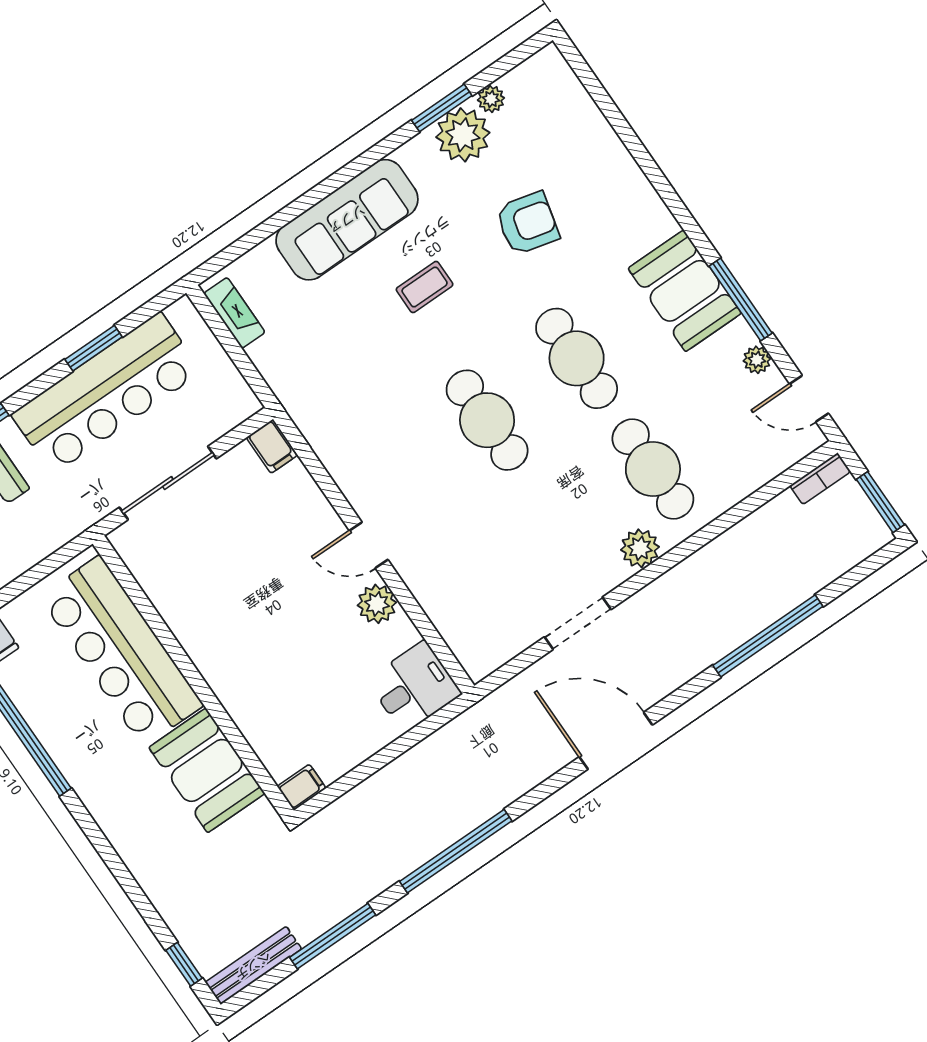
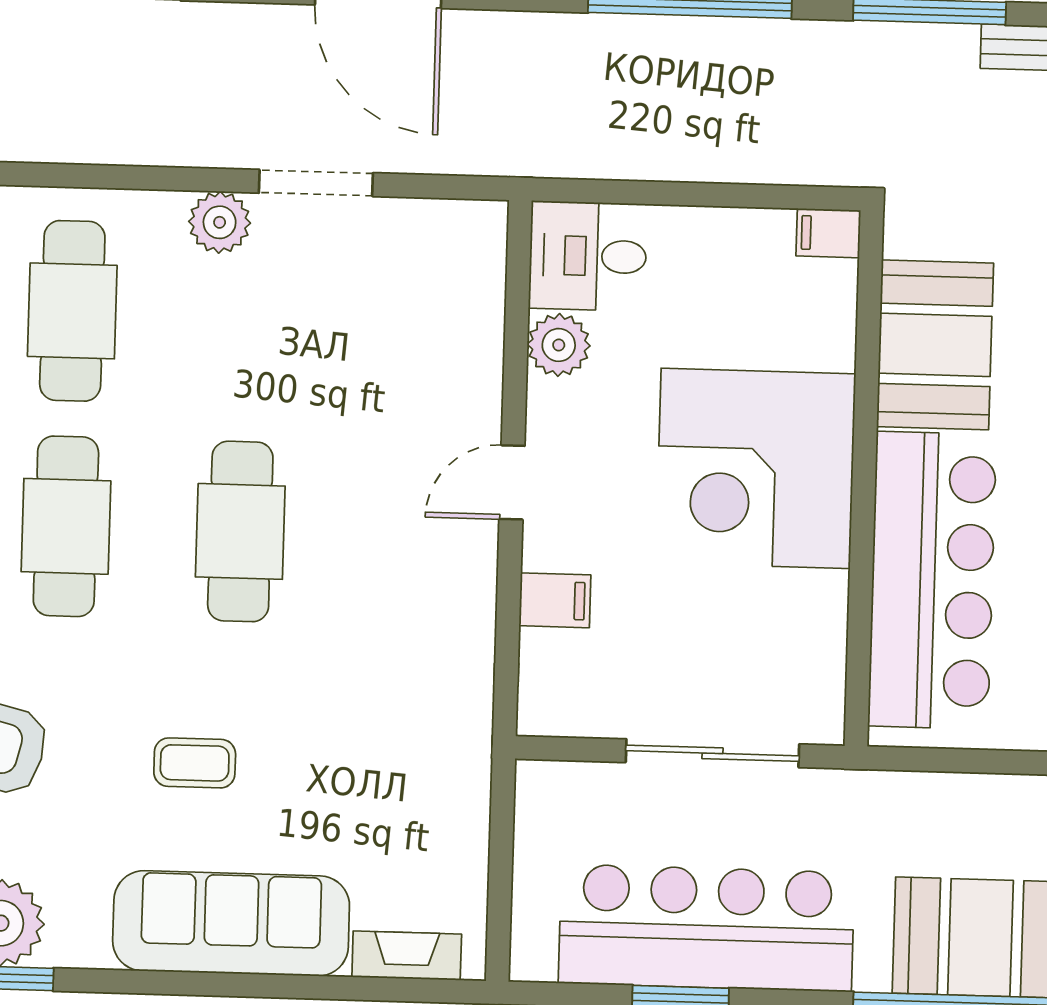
fireplace: (234, 313) -> (407, 956), moved, turned 90
filing cabinet: (272, 446) -> (555, 600), moved, turned 90
door: (369, 545) -> (512, 482), swing flipped
plant: (640, 548) -> (220, 222), moved
plant: (377, 604) -> (559, 345), moved
corner desk: (251, 642) -> (756, 468), added

